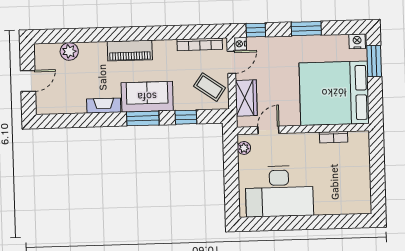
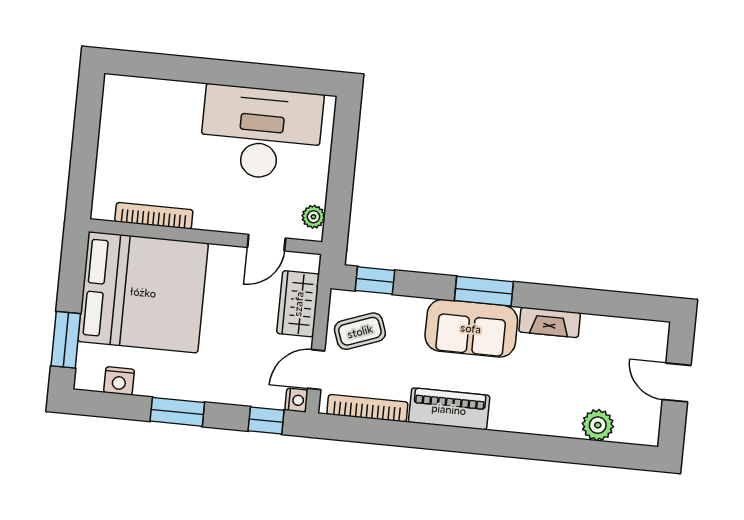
nightstand: (357, 41) -> (119, 381), moved
piano: (130, 51) -> (449, 409), moved
door: (28, 81) -> (677, 383), hinge flipped
coffee table: (210, 87) -> (360, 331), turned -55
window: (186, 117) -> (375, 280), moved
bookcase: (334, 137) -> (154, 216), width x1.56

